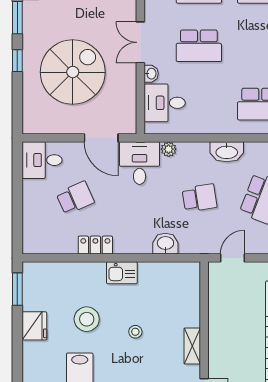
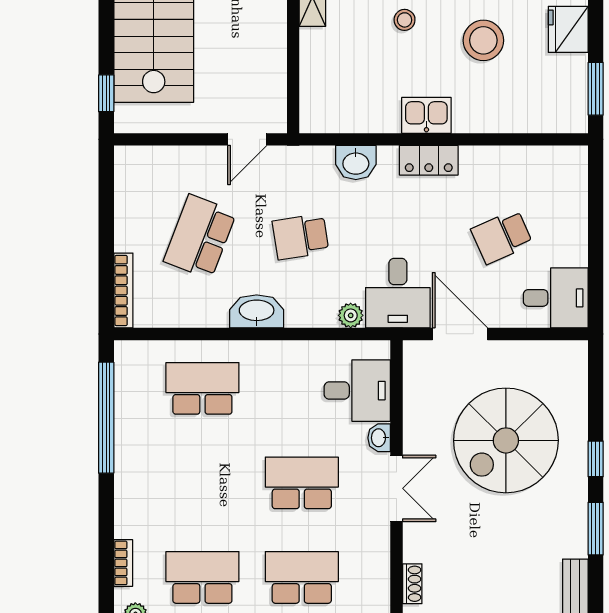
locker: (95, 245) -> (429, 160), moved

